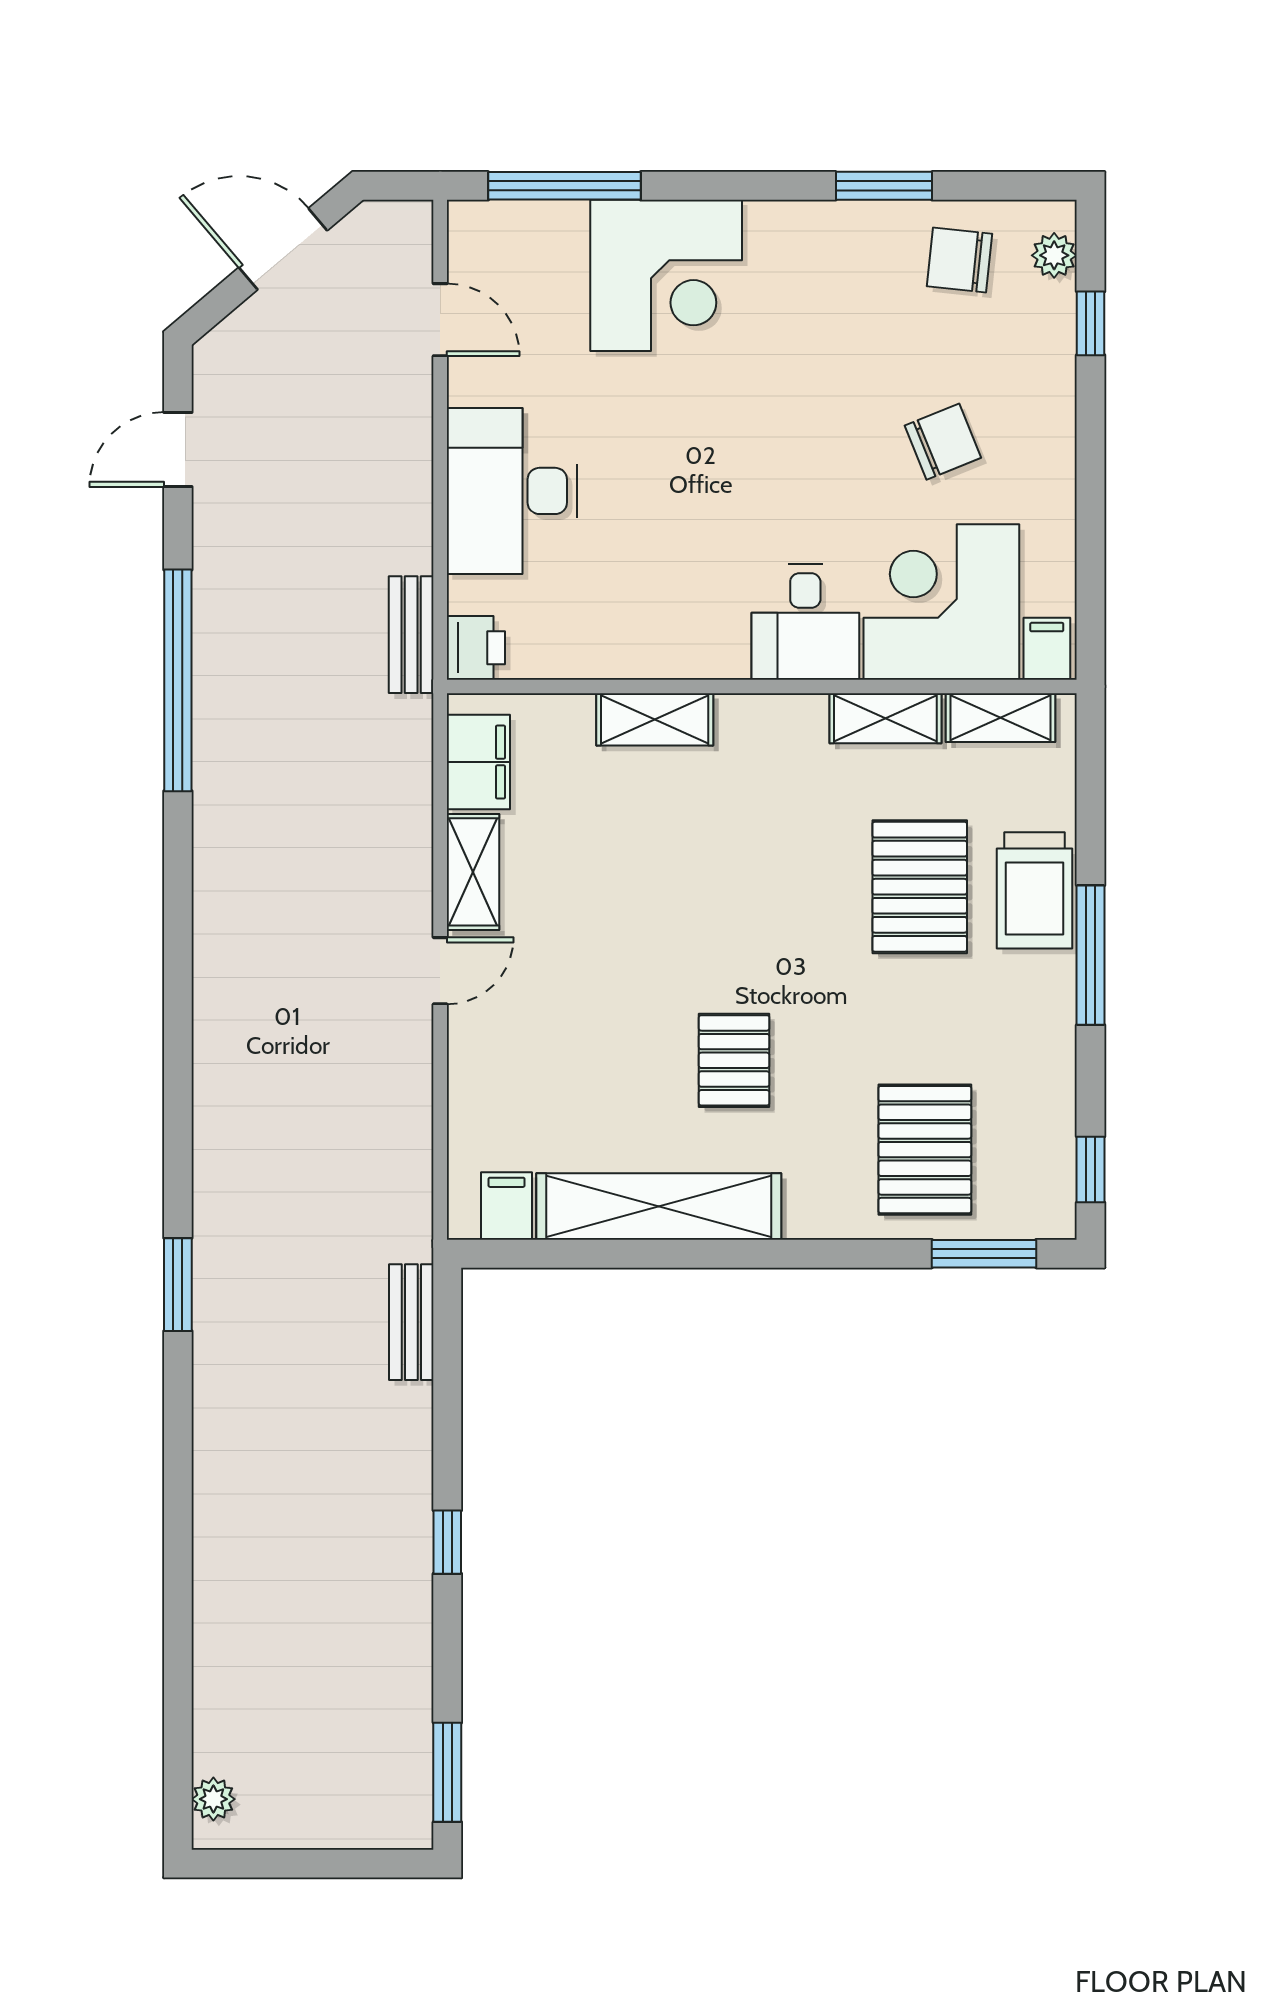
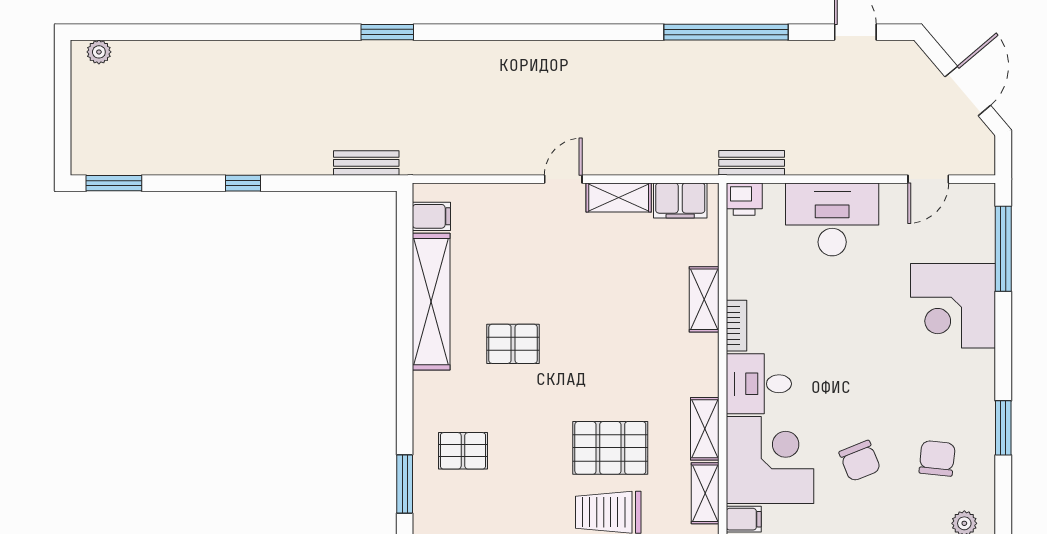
chair: (960, 260) -> (937, 458), moved
bookcase: (702, 662) -> (737, 326), added
door: (440, 971) -> (563, 179), swing flipped
pallet: (925, 1150) -> (463, 451), width x0.67, depth x0.71

